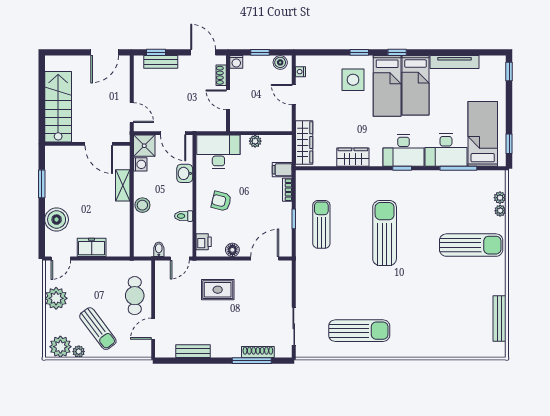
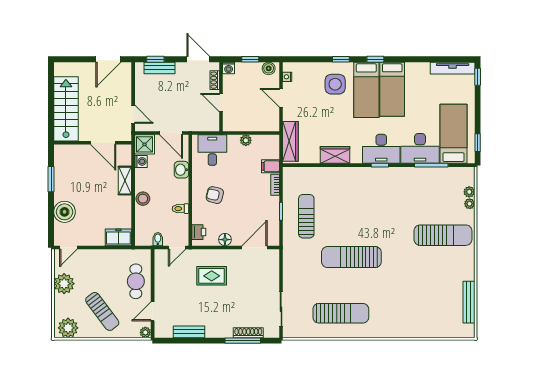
tv unit: (454, 62) -> (453, 68), moved
desk: (218, 152) -> (212, 150), width x0.73
sun lounger: (385, 233) -> (351, 257), moved, turned -90
freezer: (92, 247) -> (118, 237), moved
plant: (79, 352) -> (145, 332), moved

